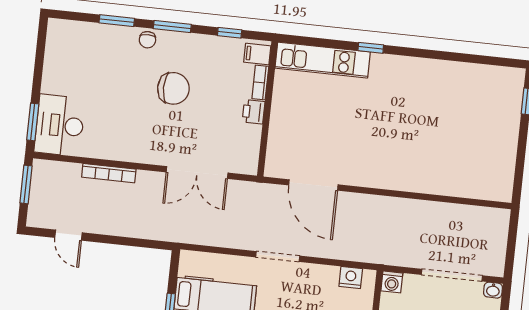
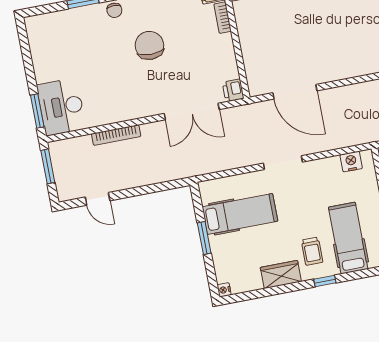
chair: (173, 88) -> (149, 45), turned -90
printer: (254, 112) -> (233, 90), moved

